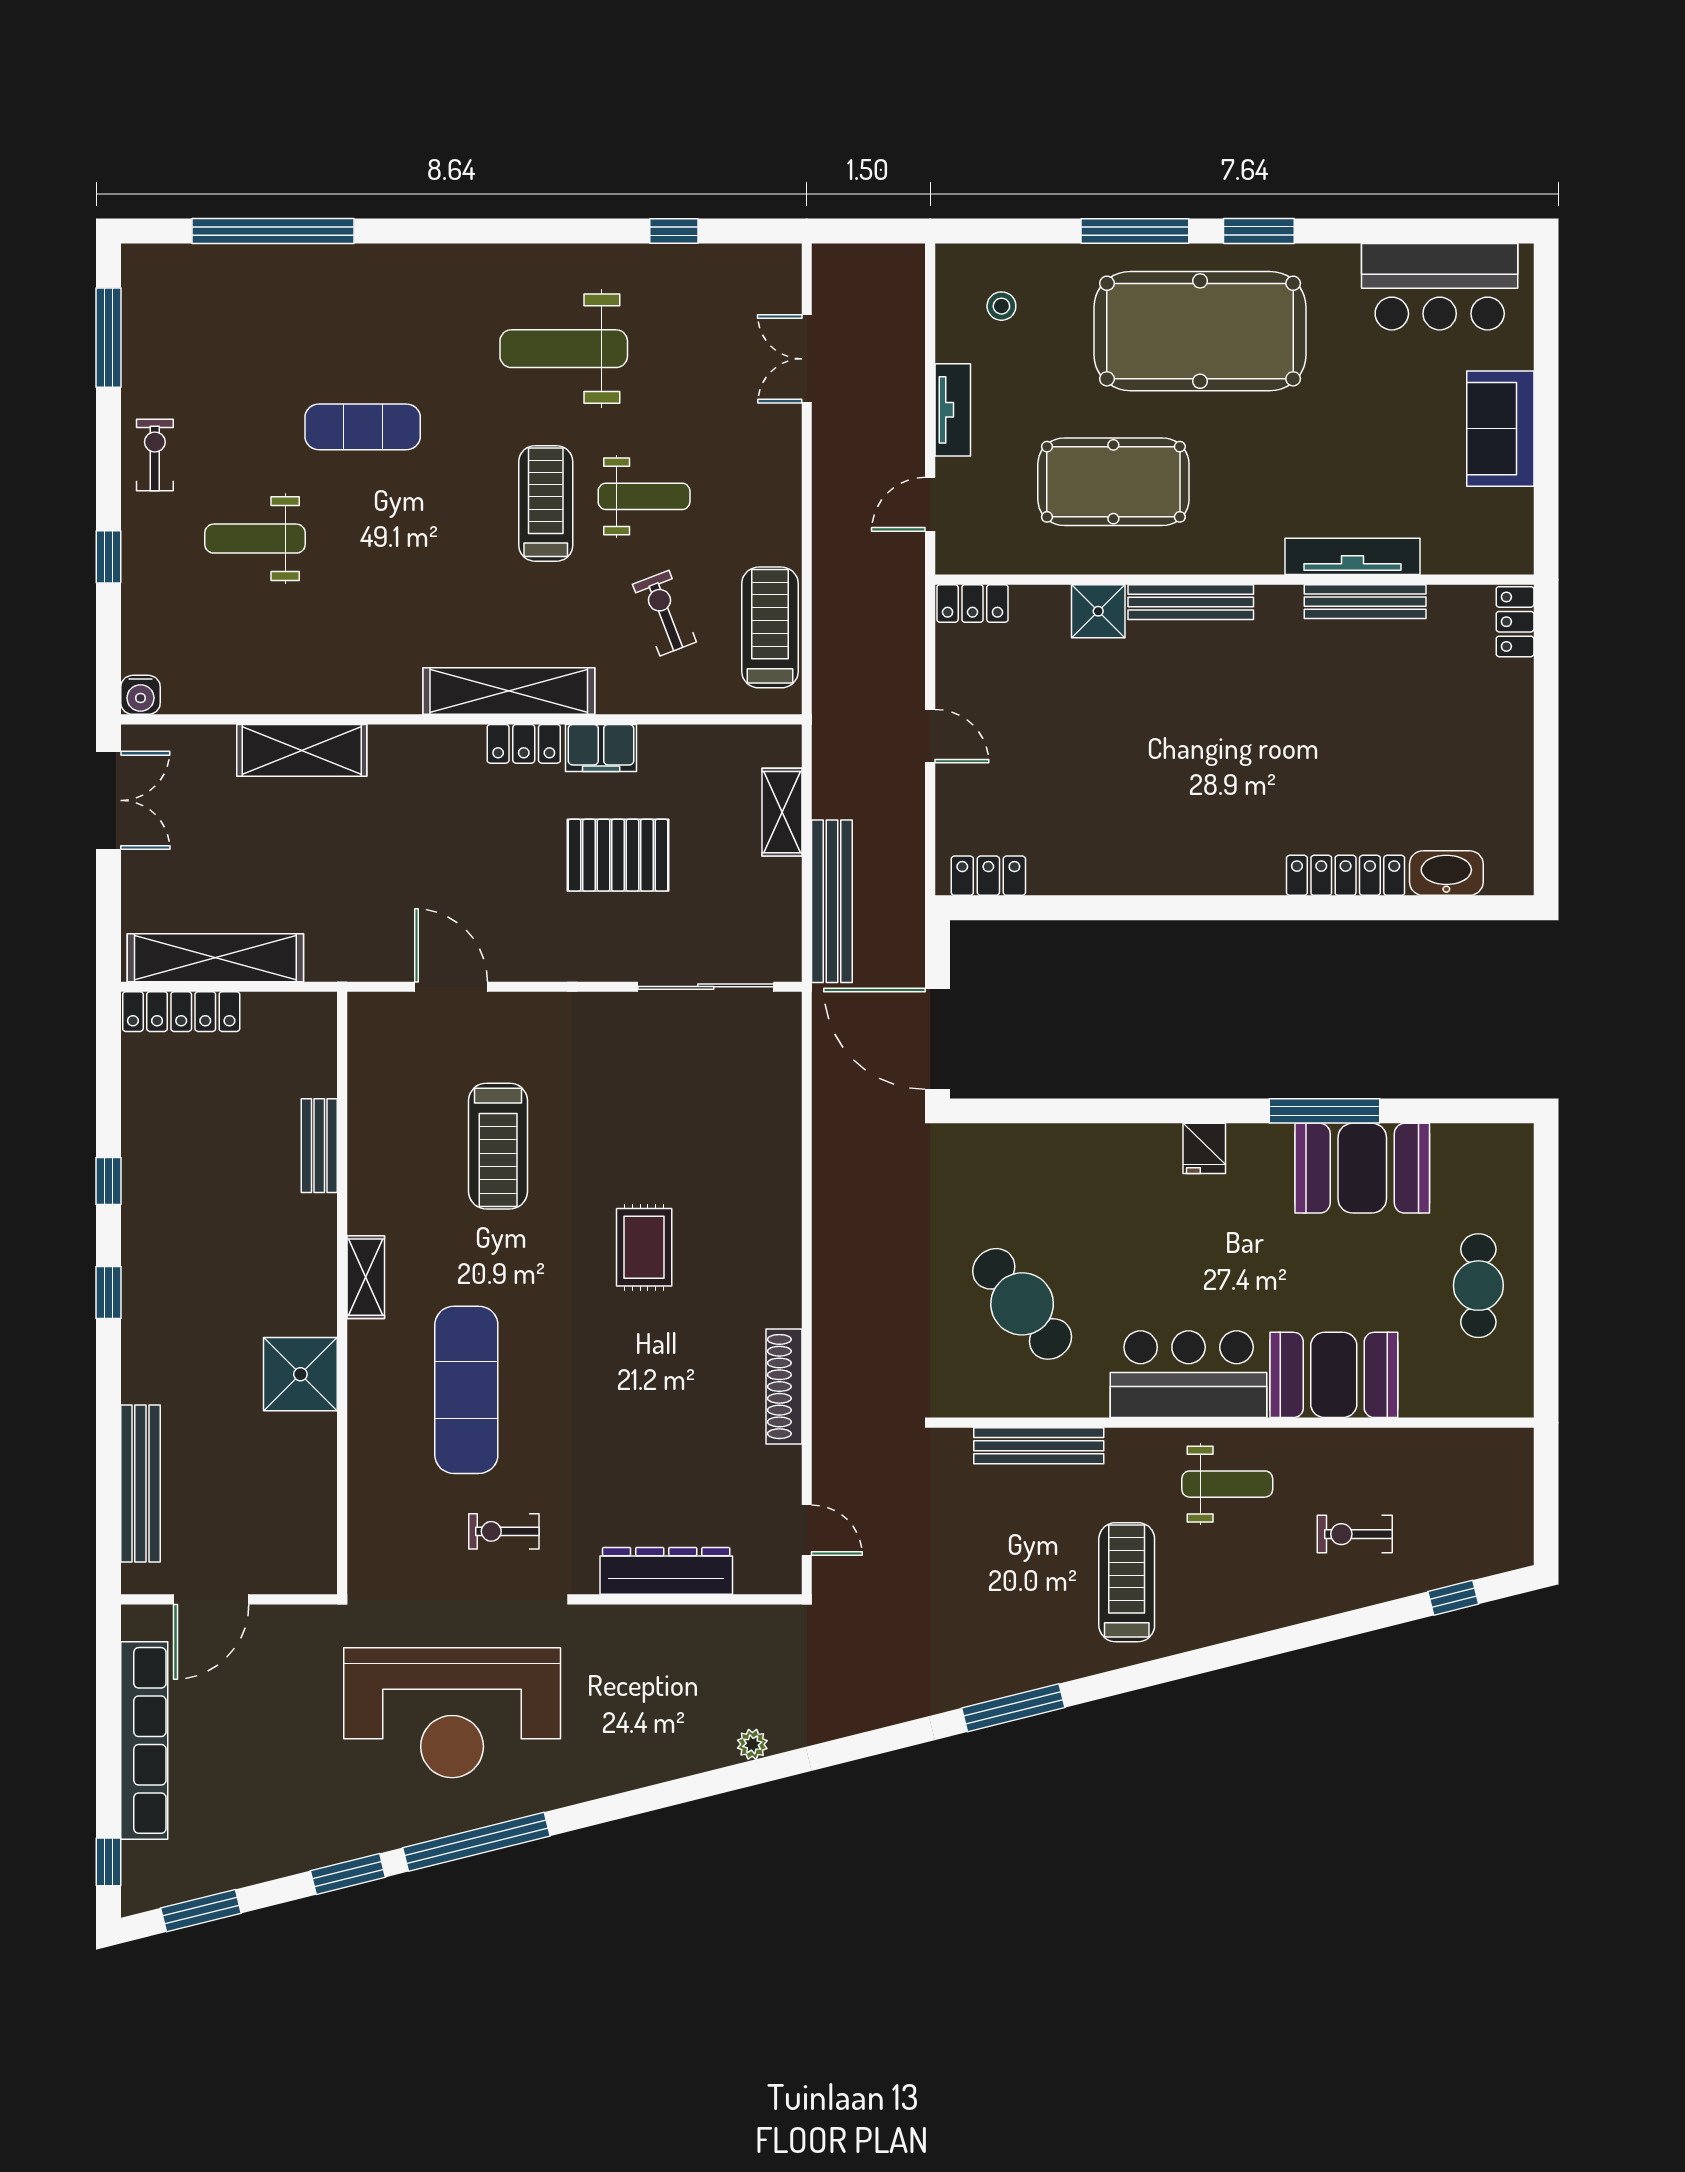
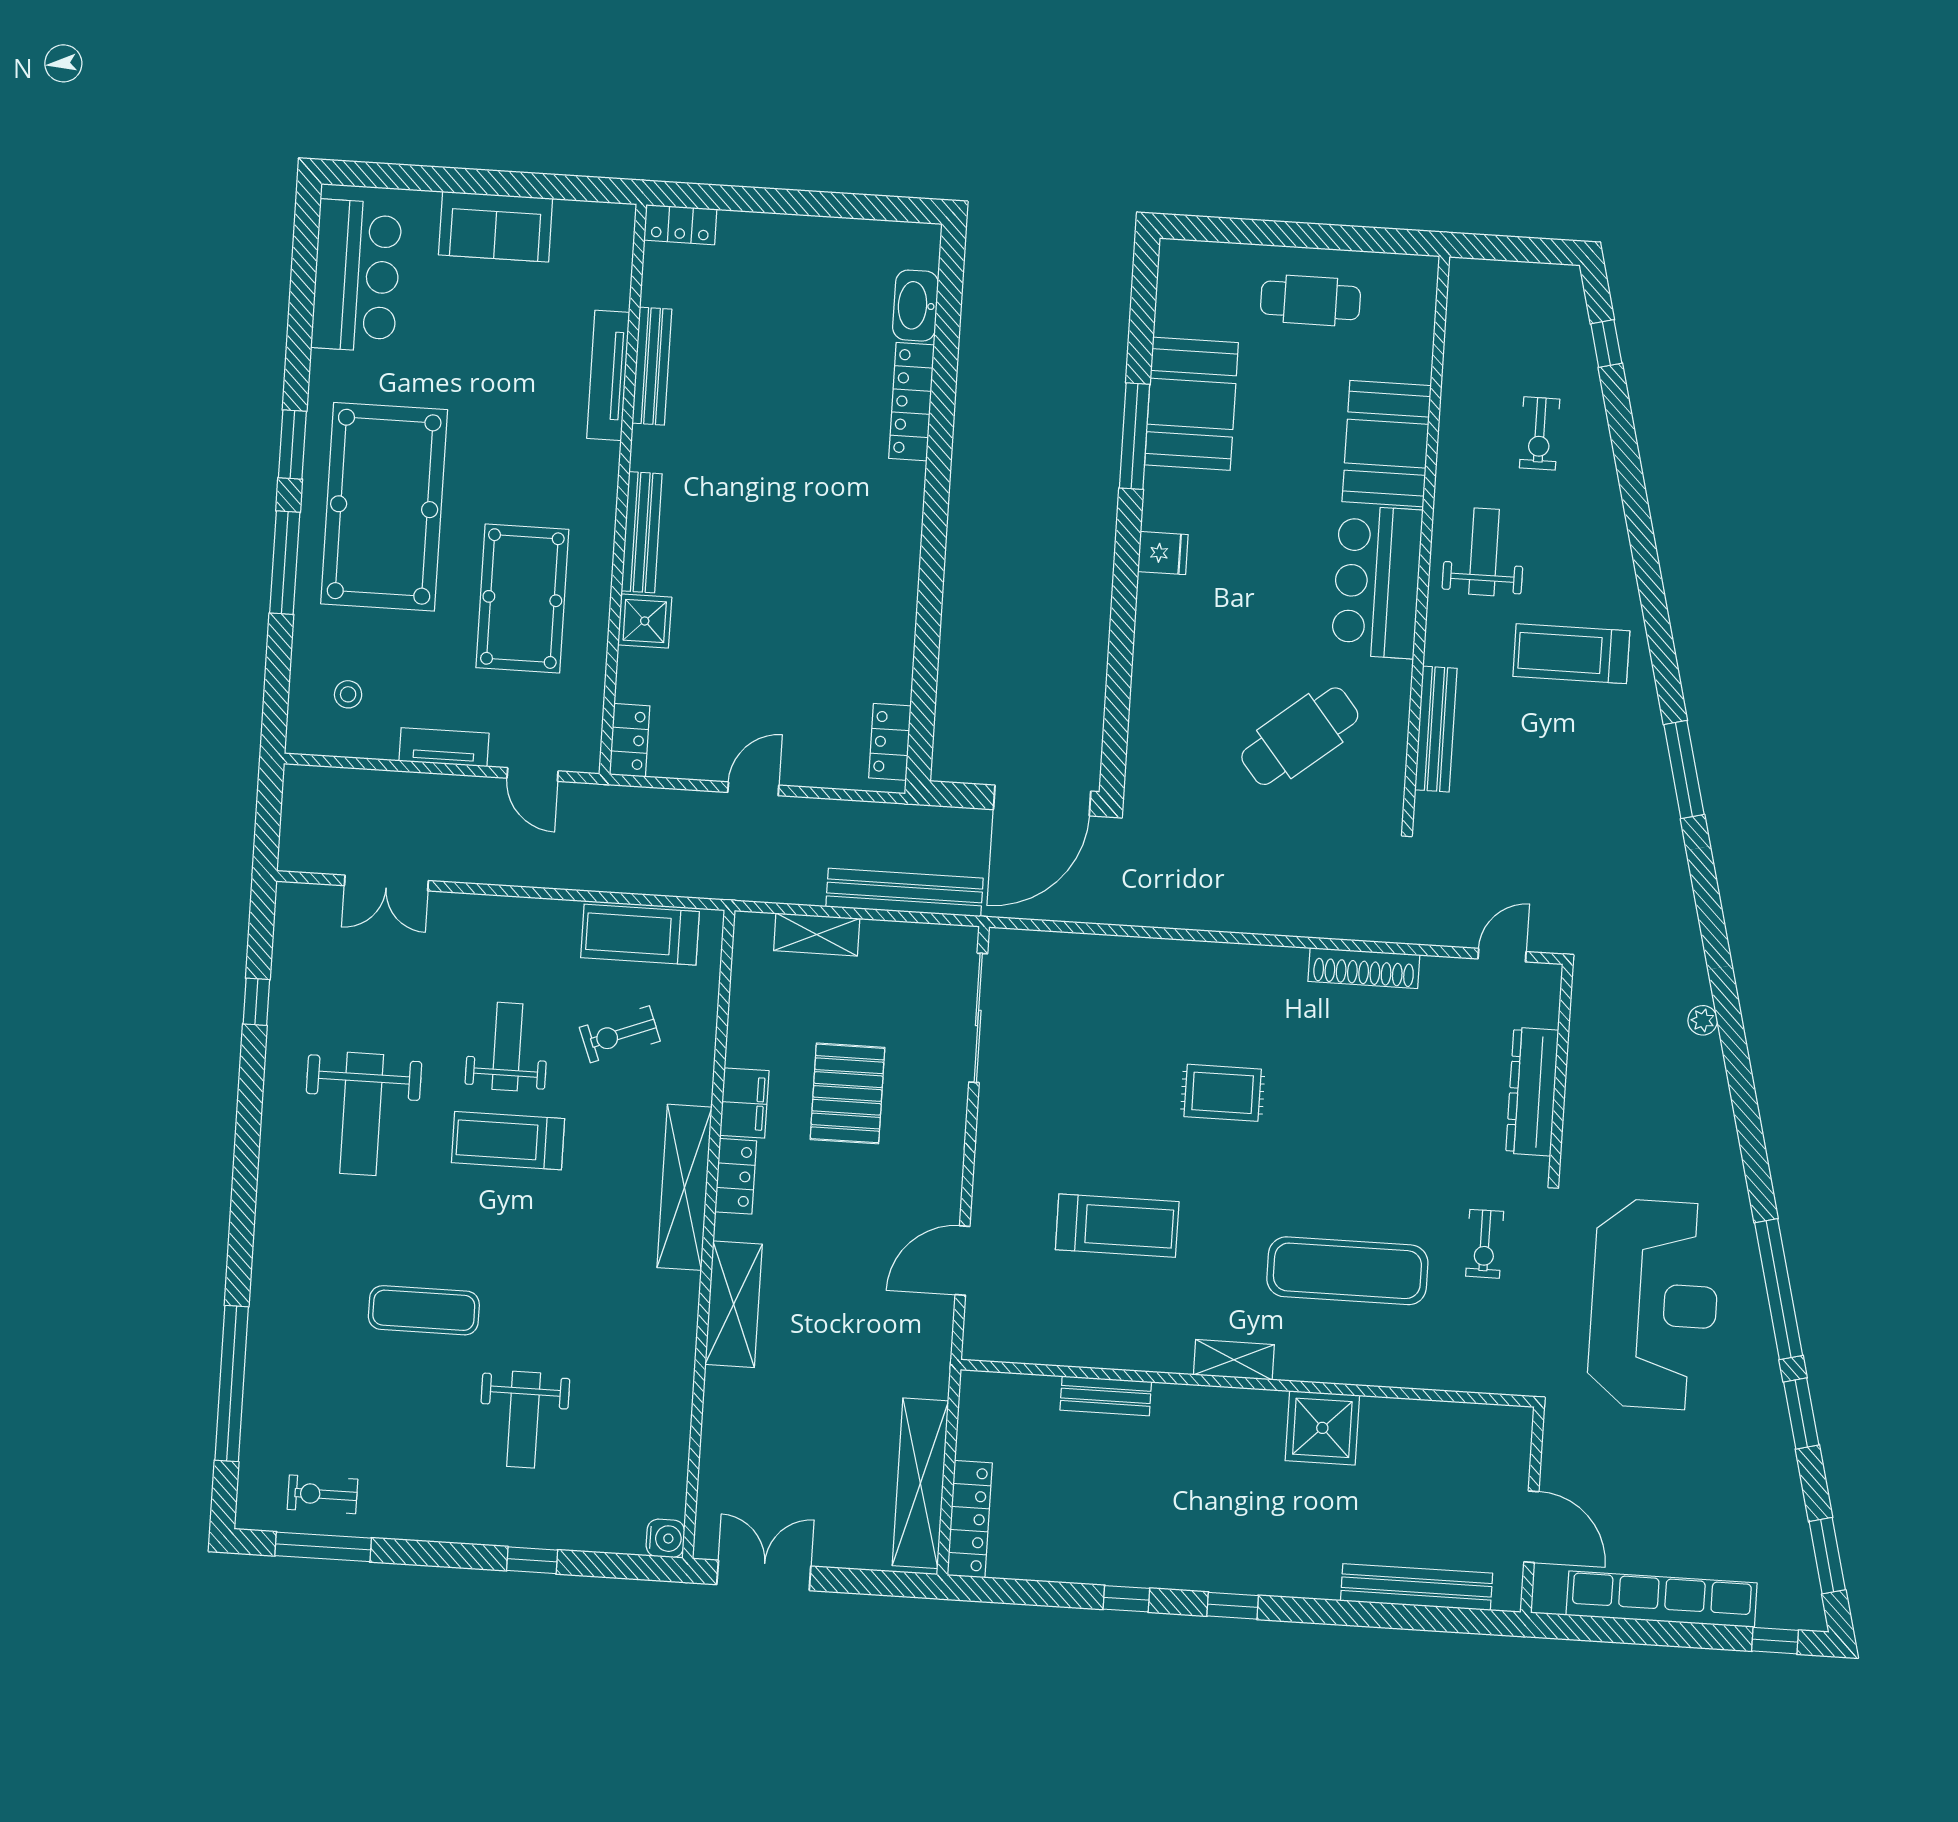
exercise mat: (363, 427) -> (424, 1310), turned 90
exercise bike: (155, 455) -> (323, 1494), moved
shelving: (302, 750) -> (734, 1304), moved

